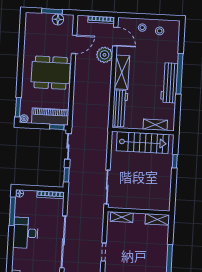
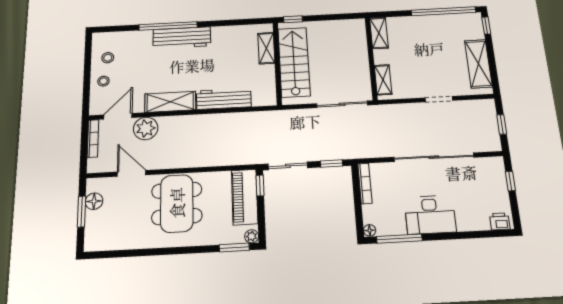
shelving: (155, 125) -> (266, 48), moved
wall: (143, 131) -> (277, 63), moved
stairs: (143, 143) -> (294, 62), moved

